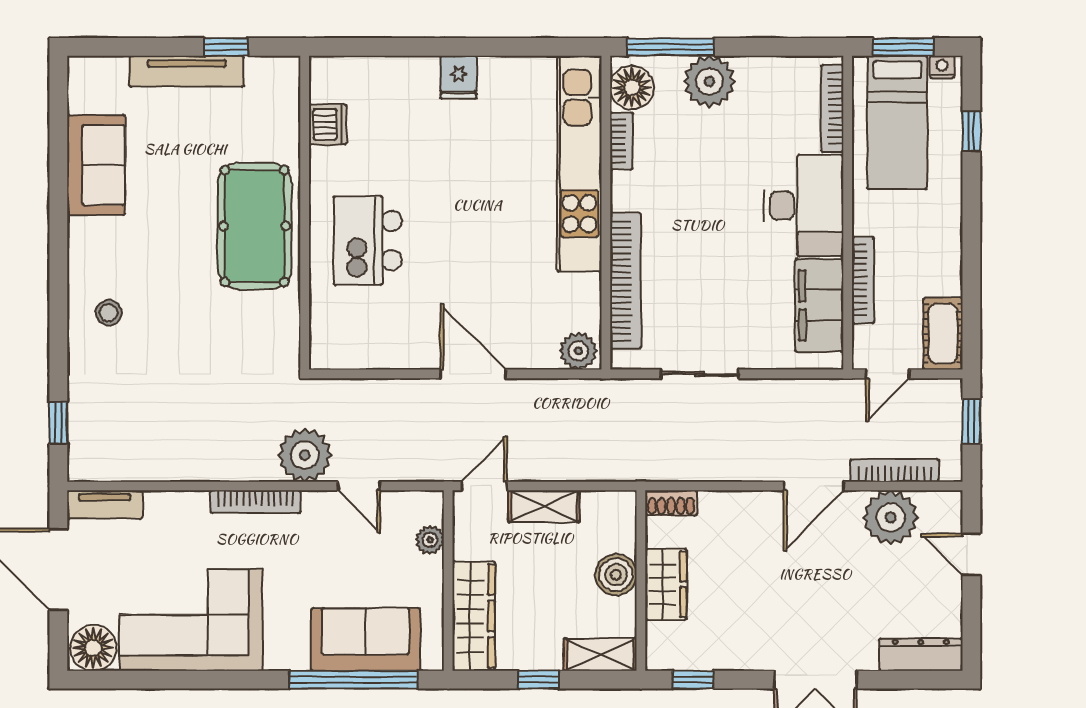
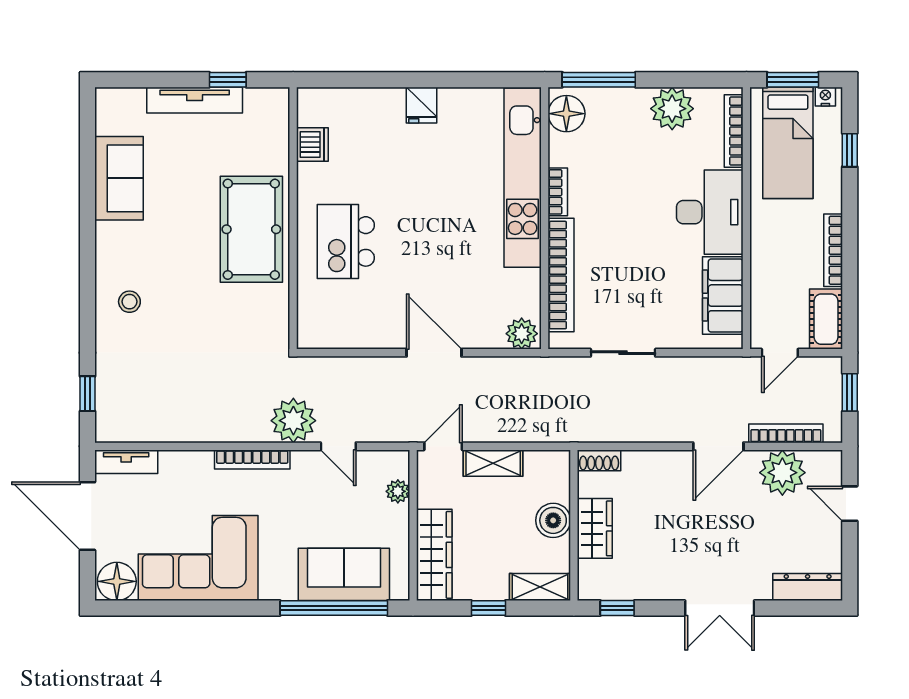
plant: (709, 81) -> (672, 109), moved
bookcase: (622, 141) -> (558, 192), moved
bookcase: (863, 280) -> (833, 250), moved, turned 180

